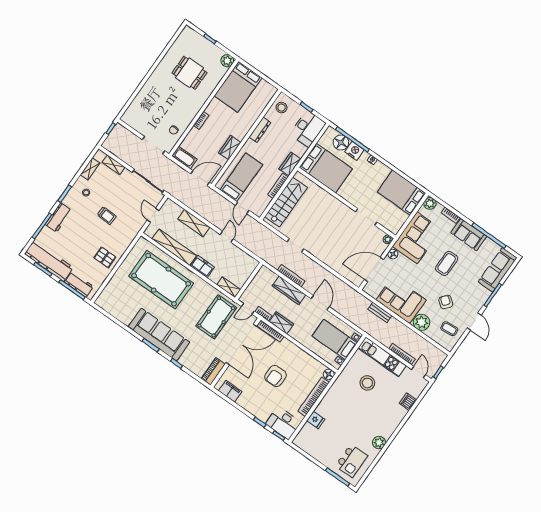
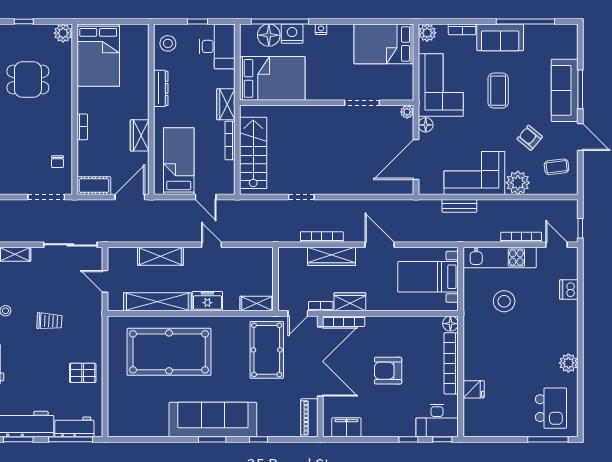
sofa: (498, 270) -> (565, 90), moved
armchair: (276, 376) -> (388, 371), turned 90

